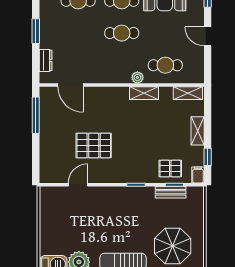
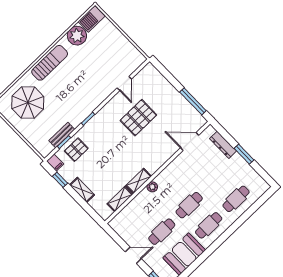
dresser: (46, 60) -> (223, 145), width x1.44
cafe table: (165, 65) -> (162, 232), moved
shelving: (188, 93) -> (120, 199), moved

